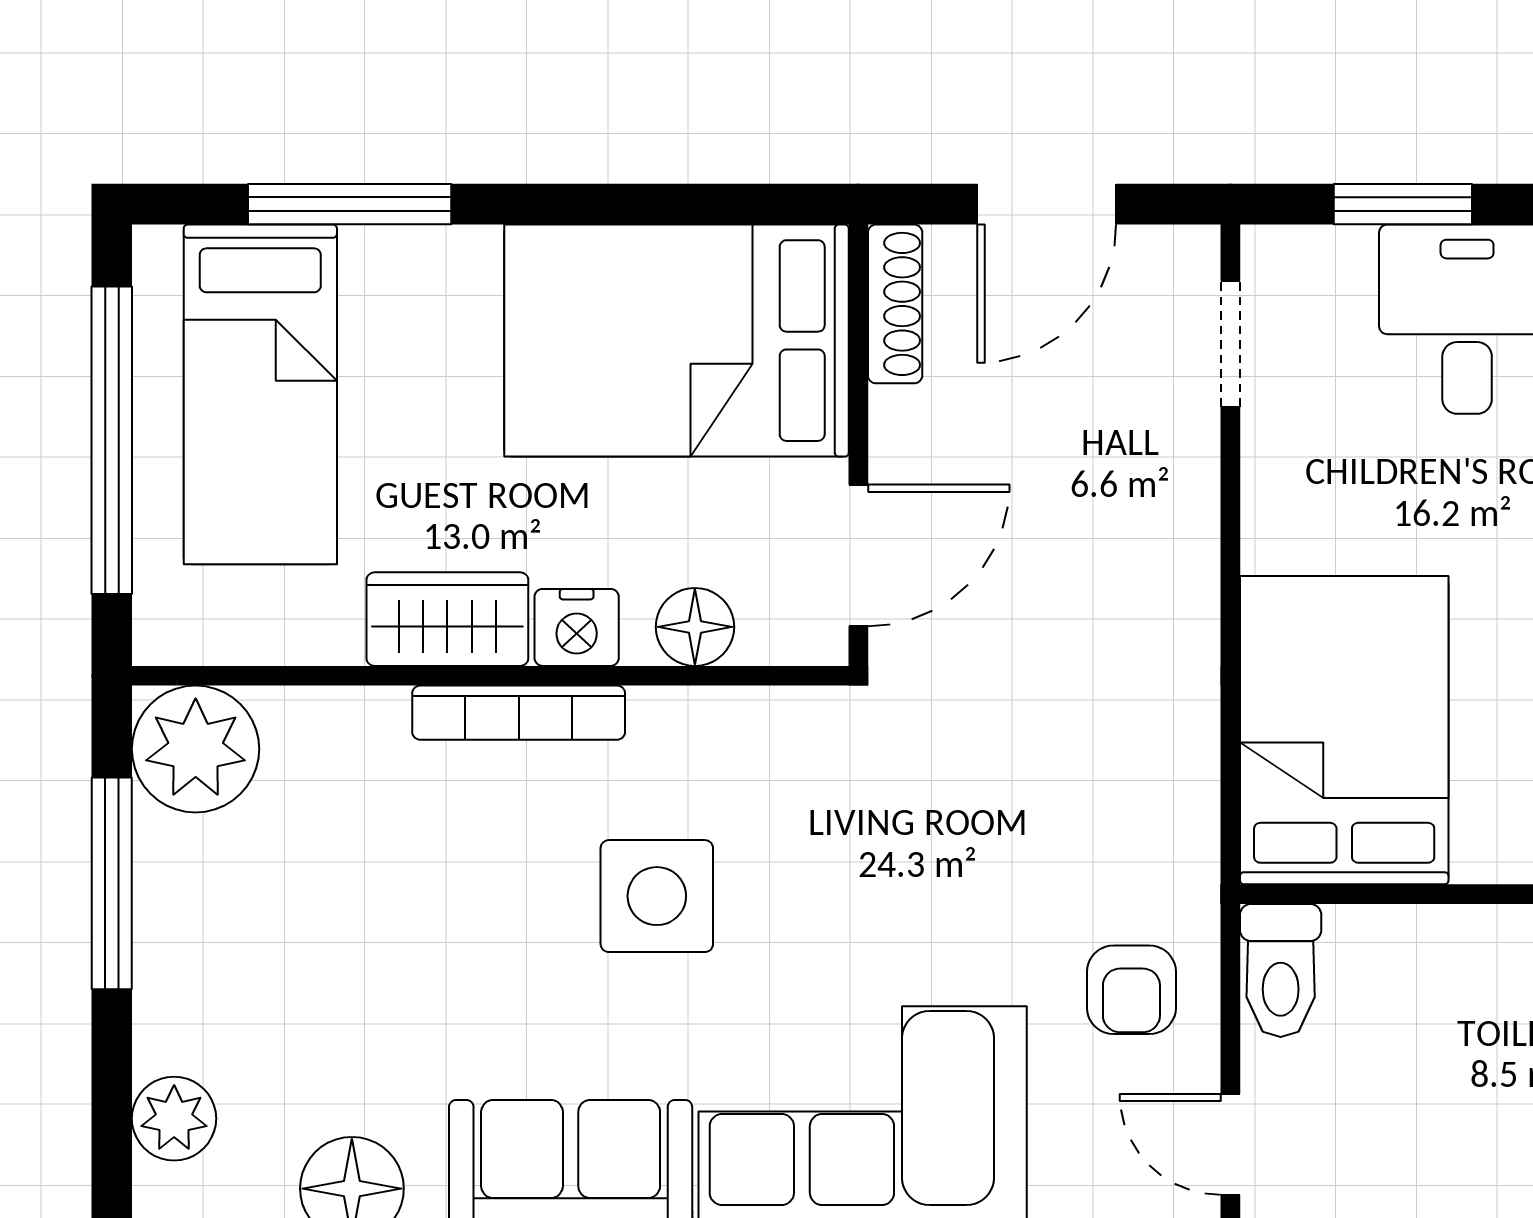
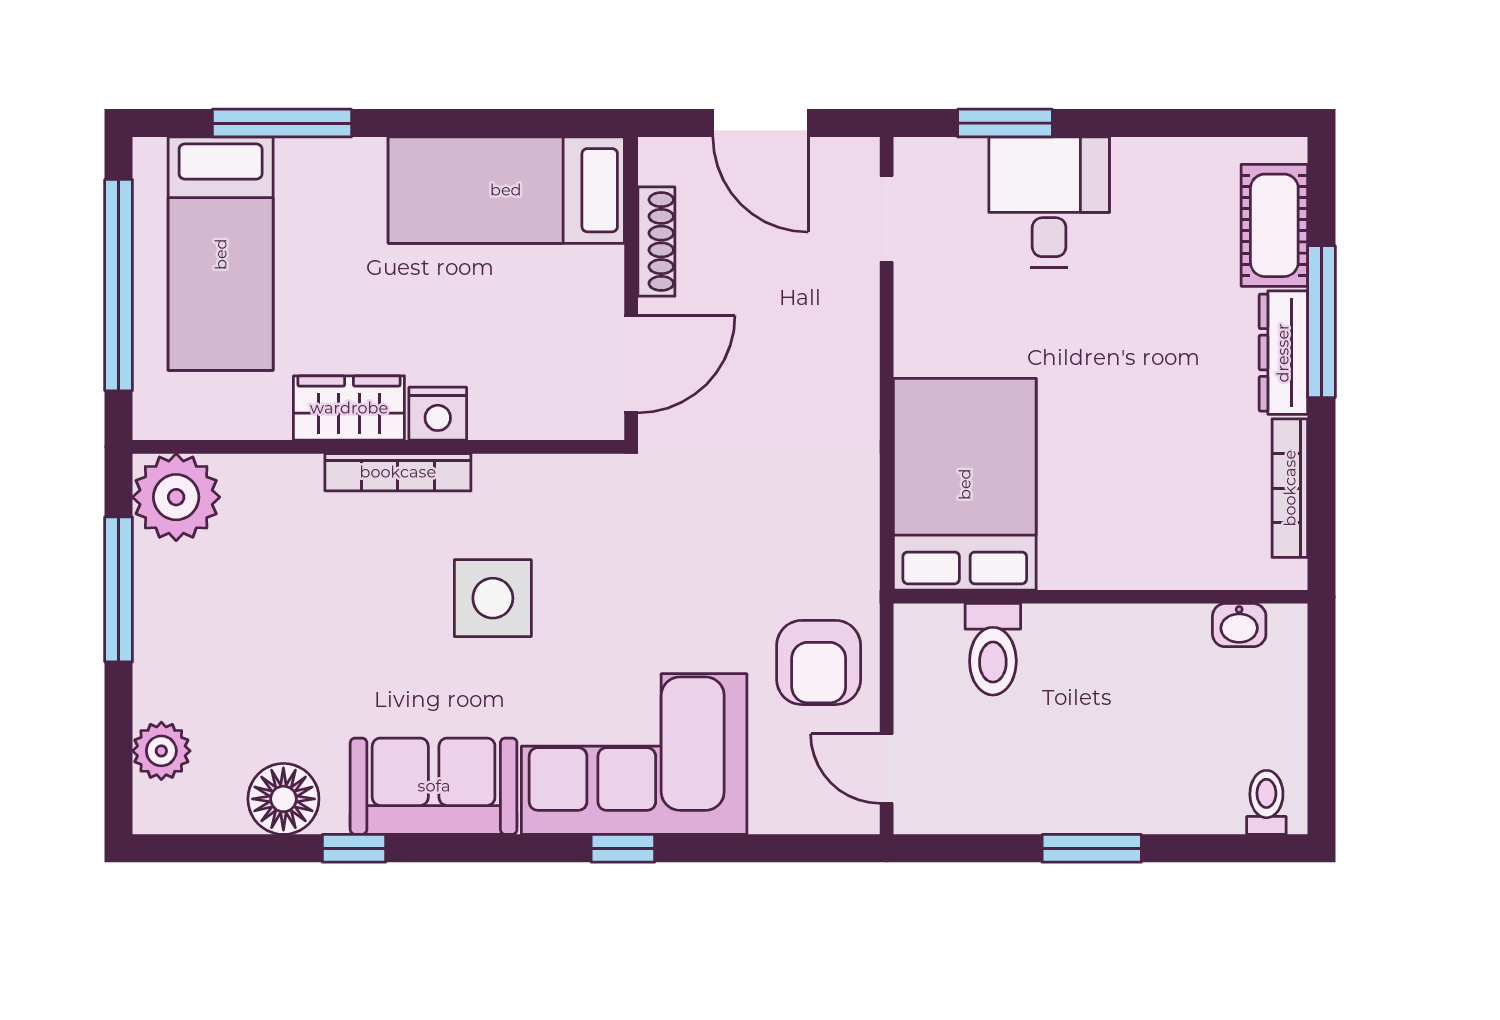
door: (1047, 204) -> (760, 123), hinge flipped
shoe rack: (895, 304) -> (656, 242), moved
bed: (677, 341) -> (506, 190), width x0.67
floor lamp: (695, 627) -> (519, 413), removed
toilet: (1281, 971) -> (993, 649), moved
armchair: (1131, 990) -> (819, 662), width x1.38, depth x1.38

